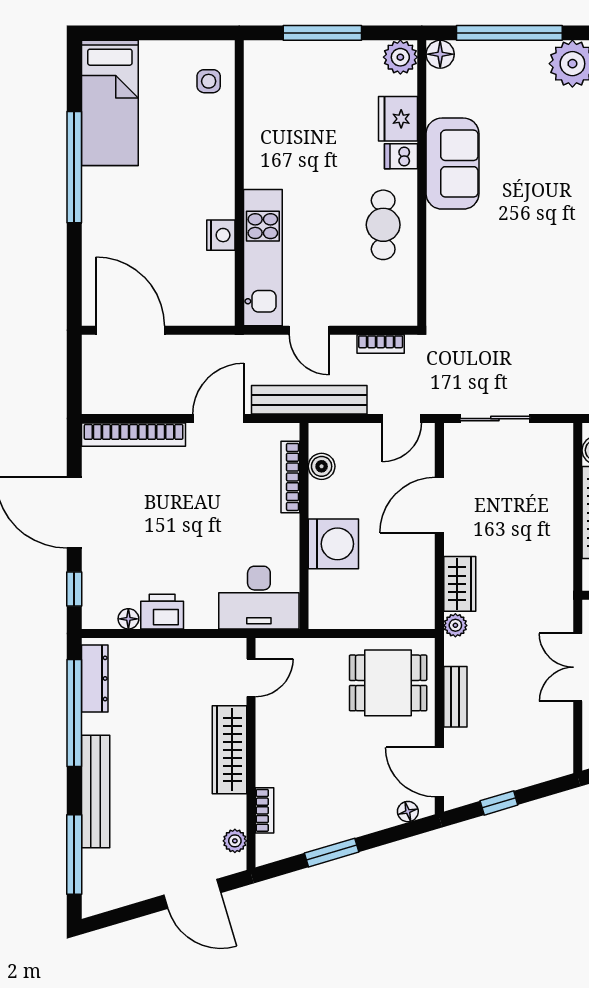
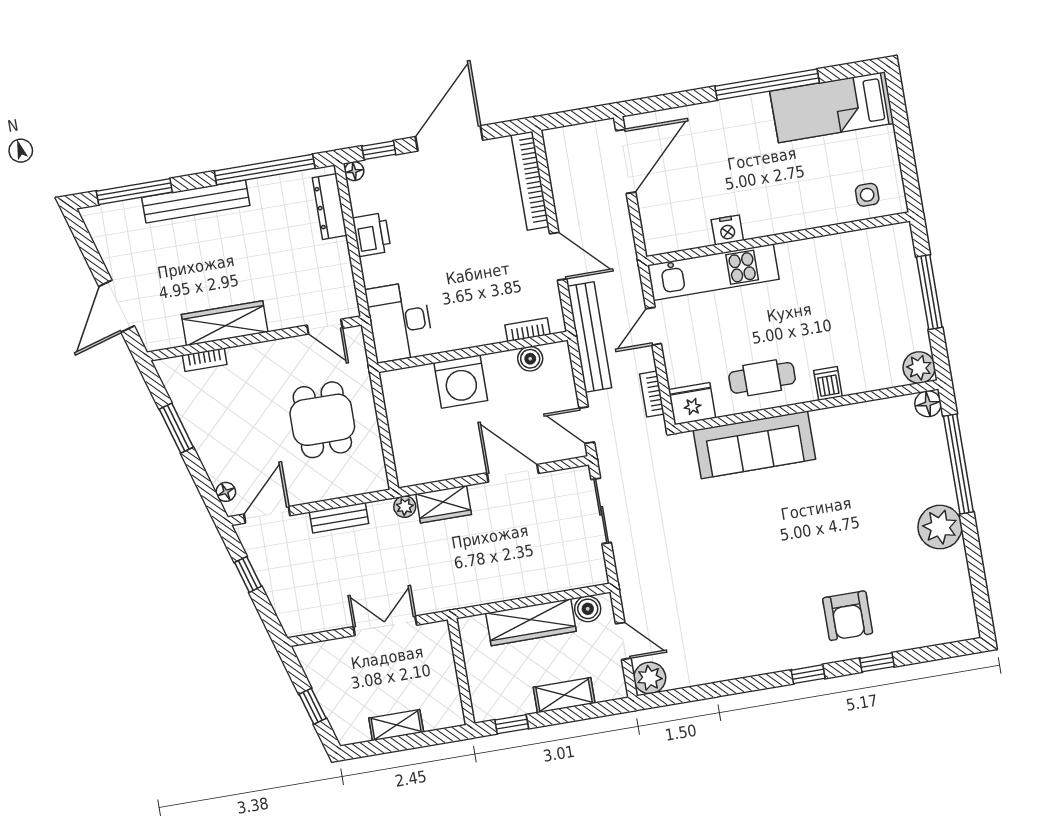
fridge: (398, 119) -> (692, 404), moved
sofa: (453, 164) -> (754, 445), moved, width x1.36
bookcase: (290, 477) -> (527, 330), width x0.64
floor lamp: (128, 619) -> (354, 171), moved
dresser: (95, 678) -> (330, 207), moved, turned 90
dining table: (388, 683) -> (322, 420), moved
wardrobe: (230, 750) -> (225, 323), moved
plant: (235, 841) -> (172, 337), removed

